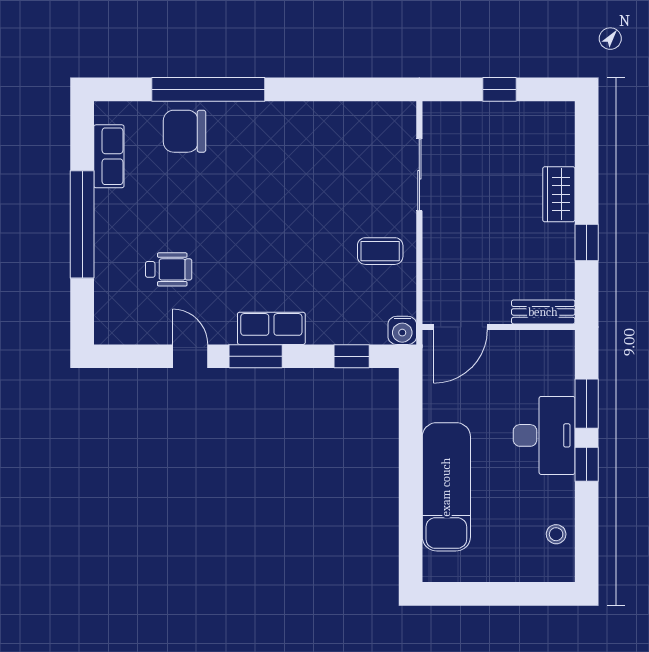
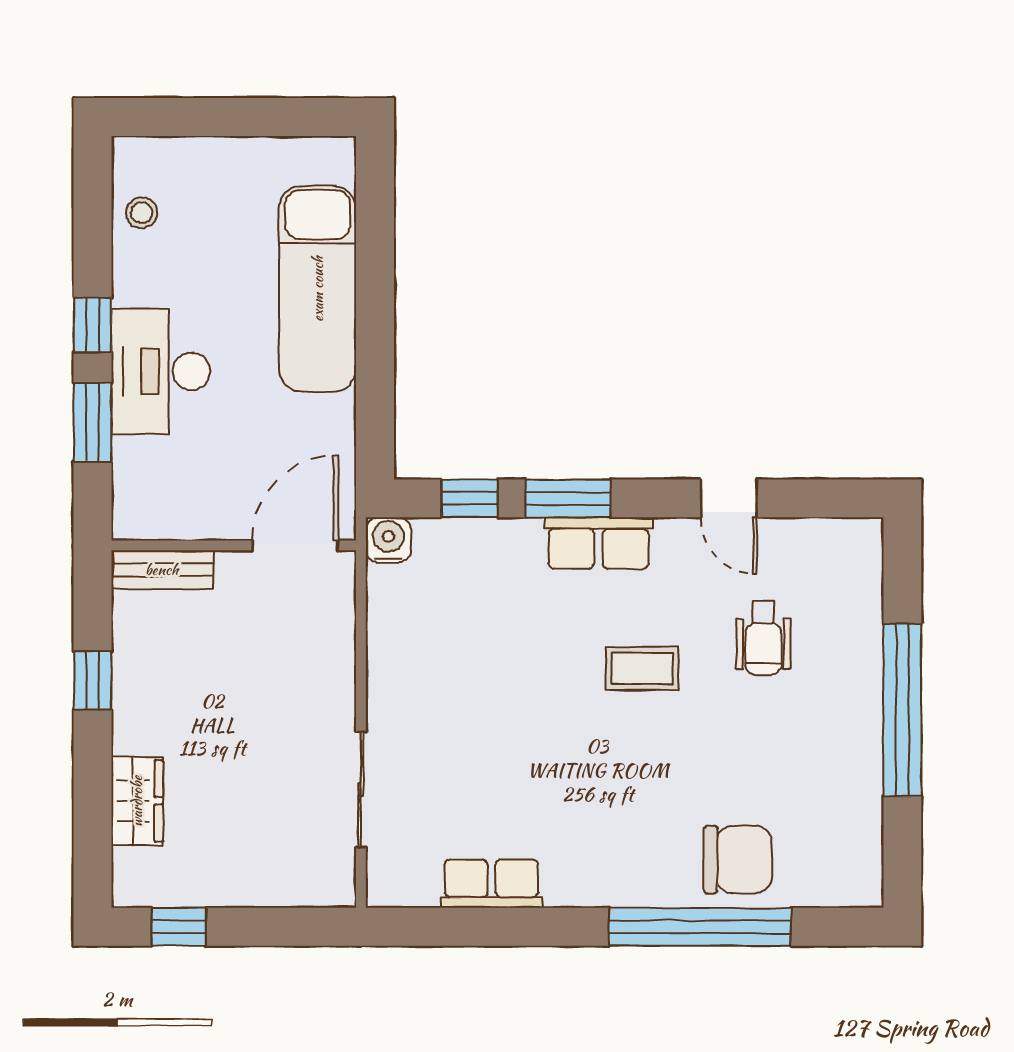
window: (500, 89) -> (179, 927), moved
row of seats: (109, 156) -> (491, 884), moved, turned 90
wardrobe: (559, 194) -> (137, 801), moved
coffee table: (380, 251) -> (642, 668), moved
wheelchair: (169, 269) -> (763, 638), turned -90
window: (256, 356) -> (568, 498), moved

